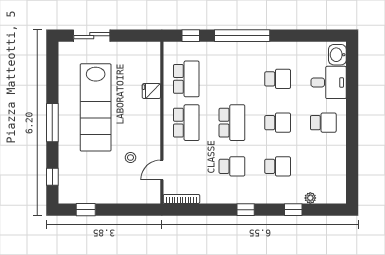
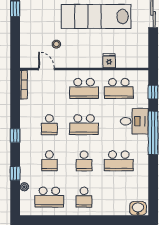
school desk: (278, 79) -> (119, 161), width x1.85
desk: (329, 82) -> (134, 121), moved, turned -90
school desk: (323, 166) -> (49, 197), added

